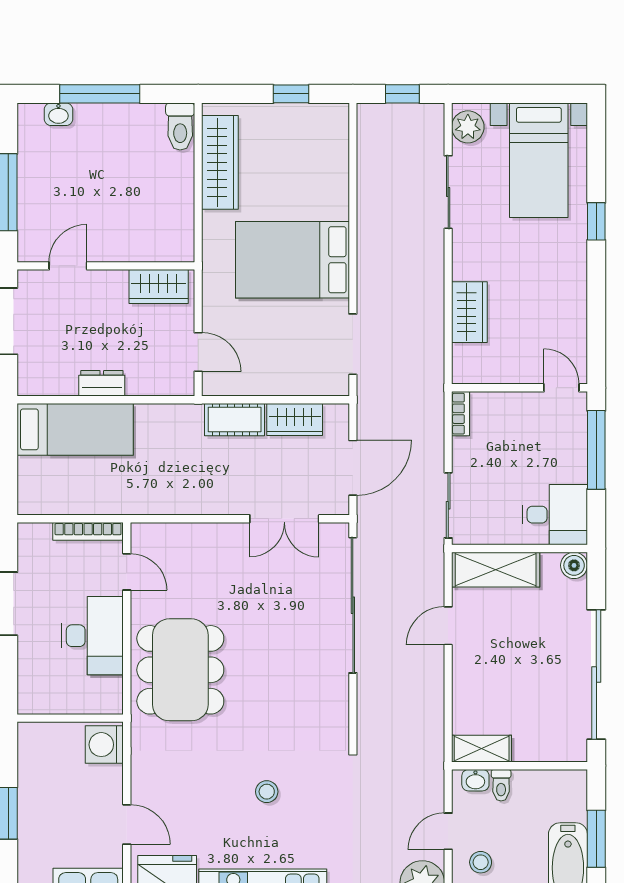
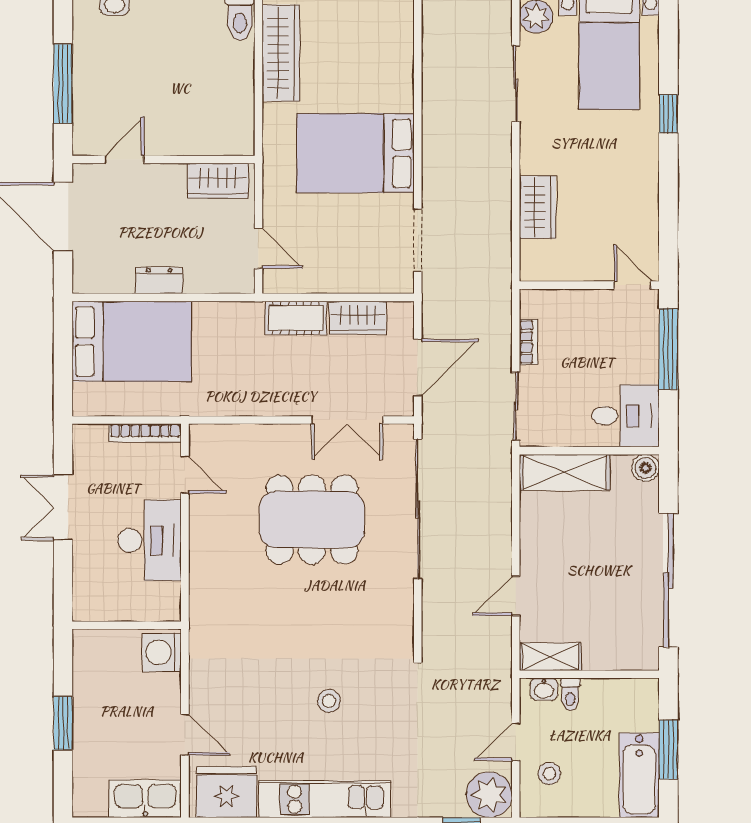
bookcase: (461, 414) -> (529, 342), moved
bed: (75, 429) -> (132, 341), width x1.50
door: (448, 626) -> (516, 596), moved
dining table: (180, 670) -> (312, 520), moved, turned 90

